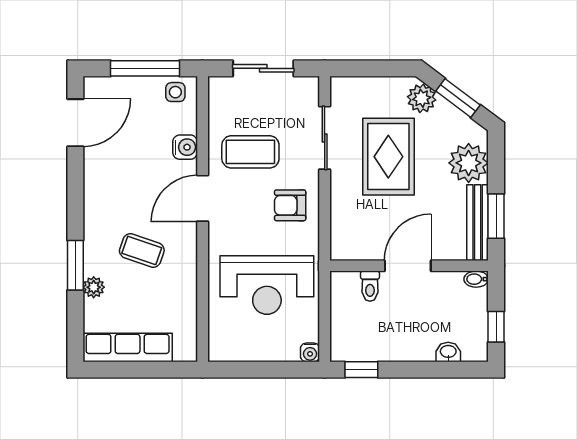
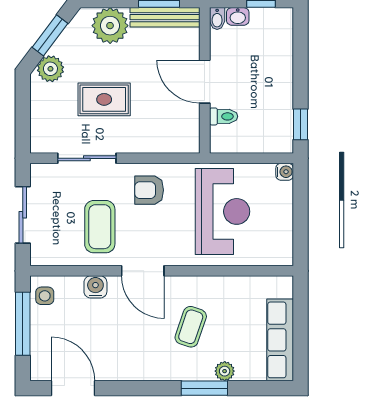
rug: (388, 157) -> (104, 99), width x0.73, depth x0.70
armchair: (290, 205) -> (149, 190), turned 90
washbasin: (448, 352) -> (238, 16), moved, turned -90

